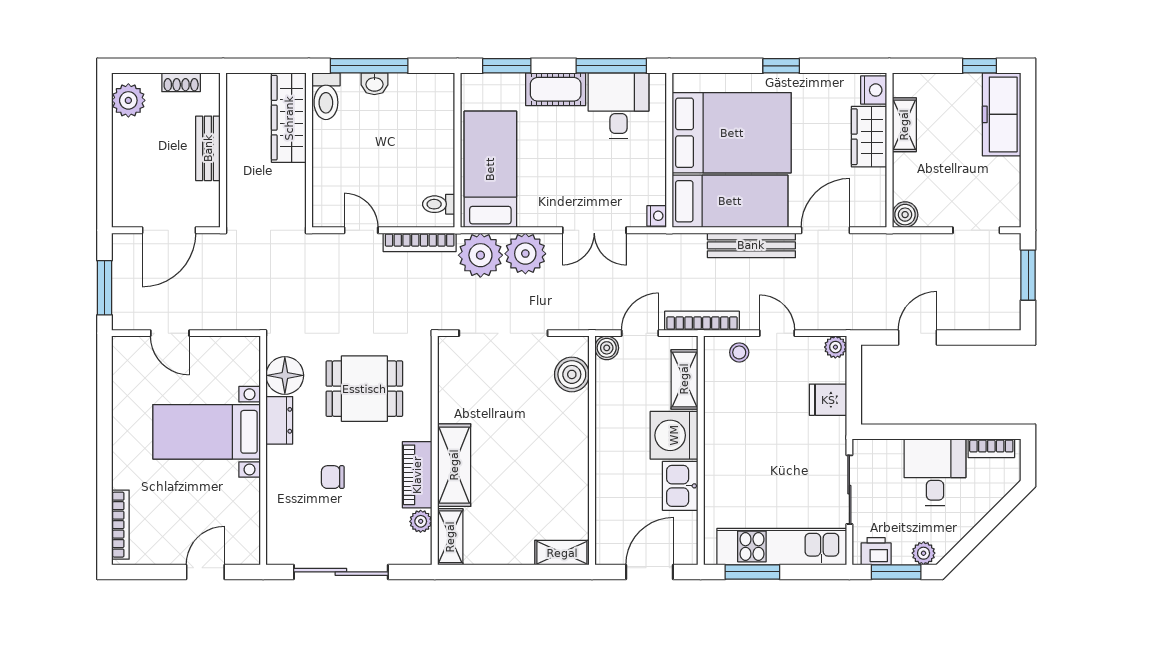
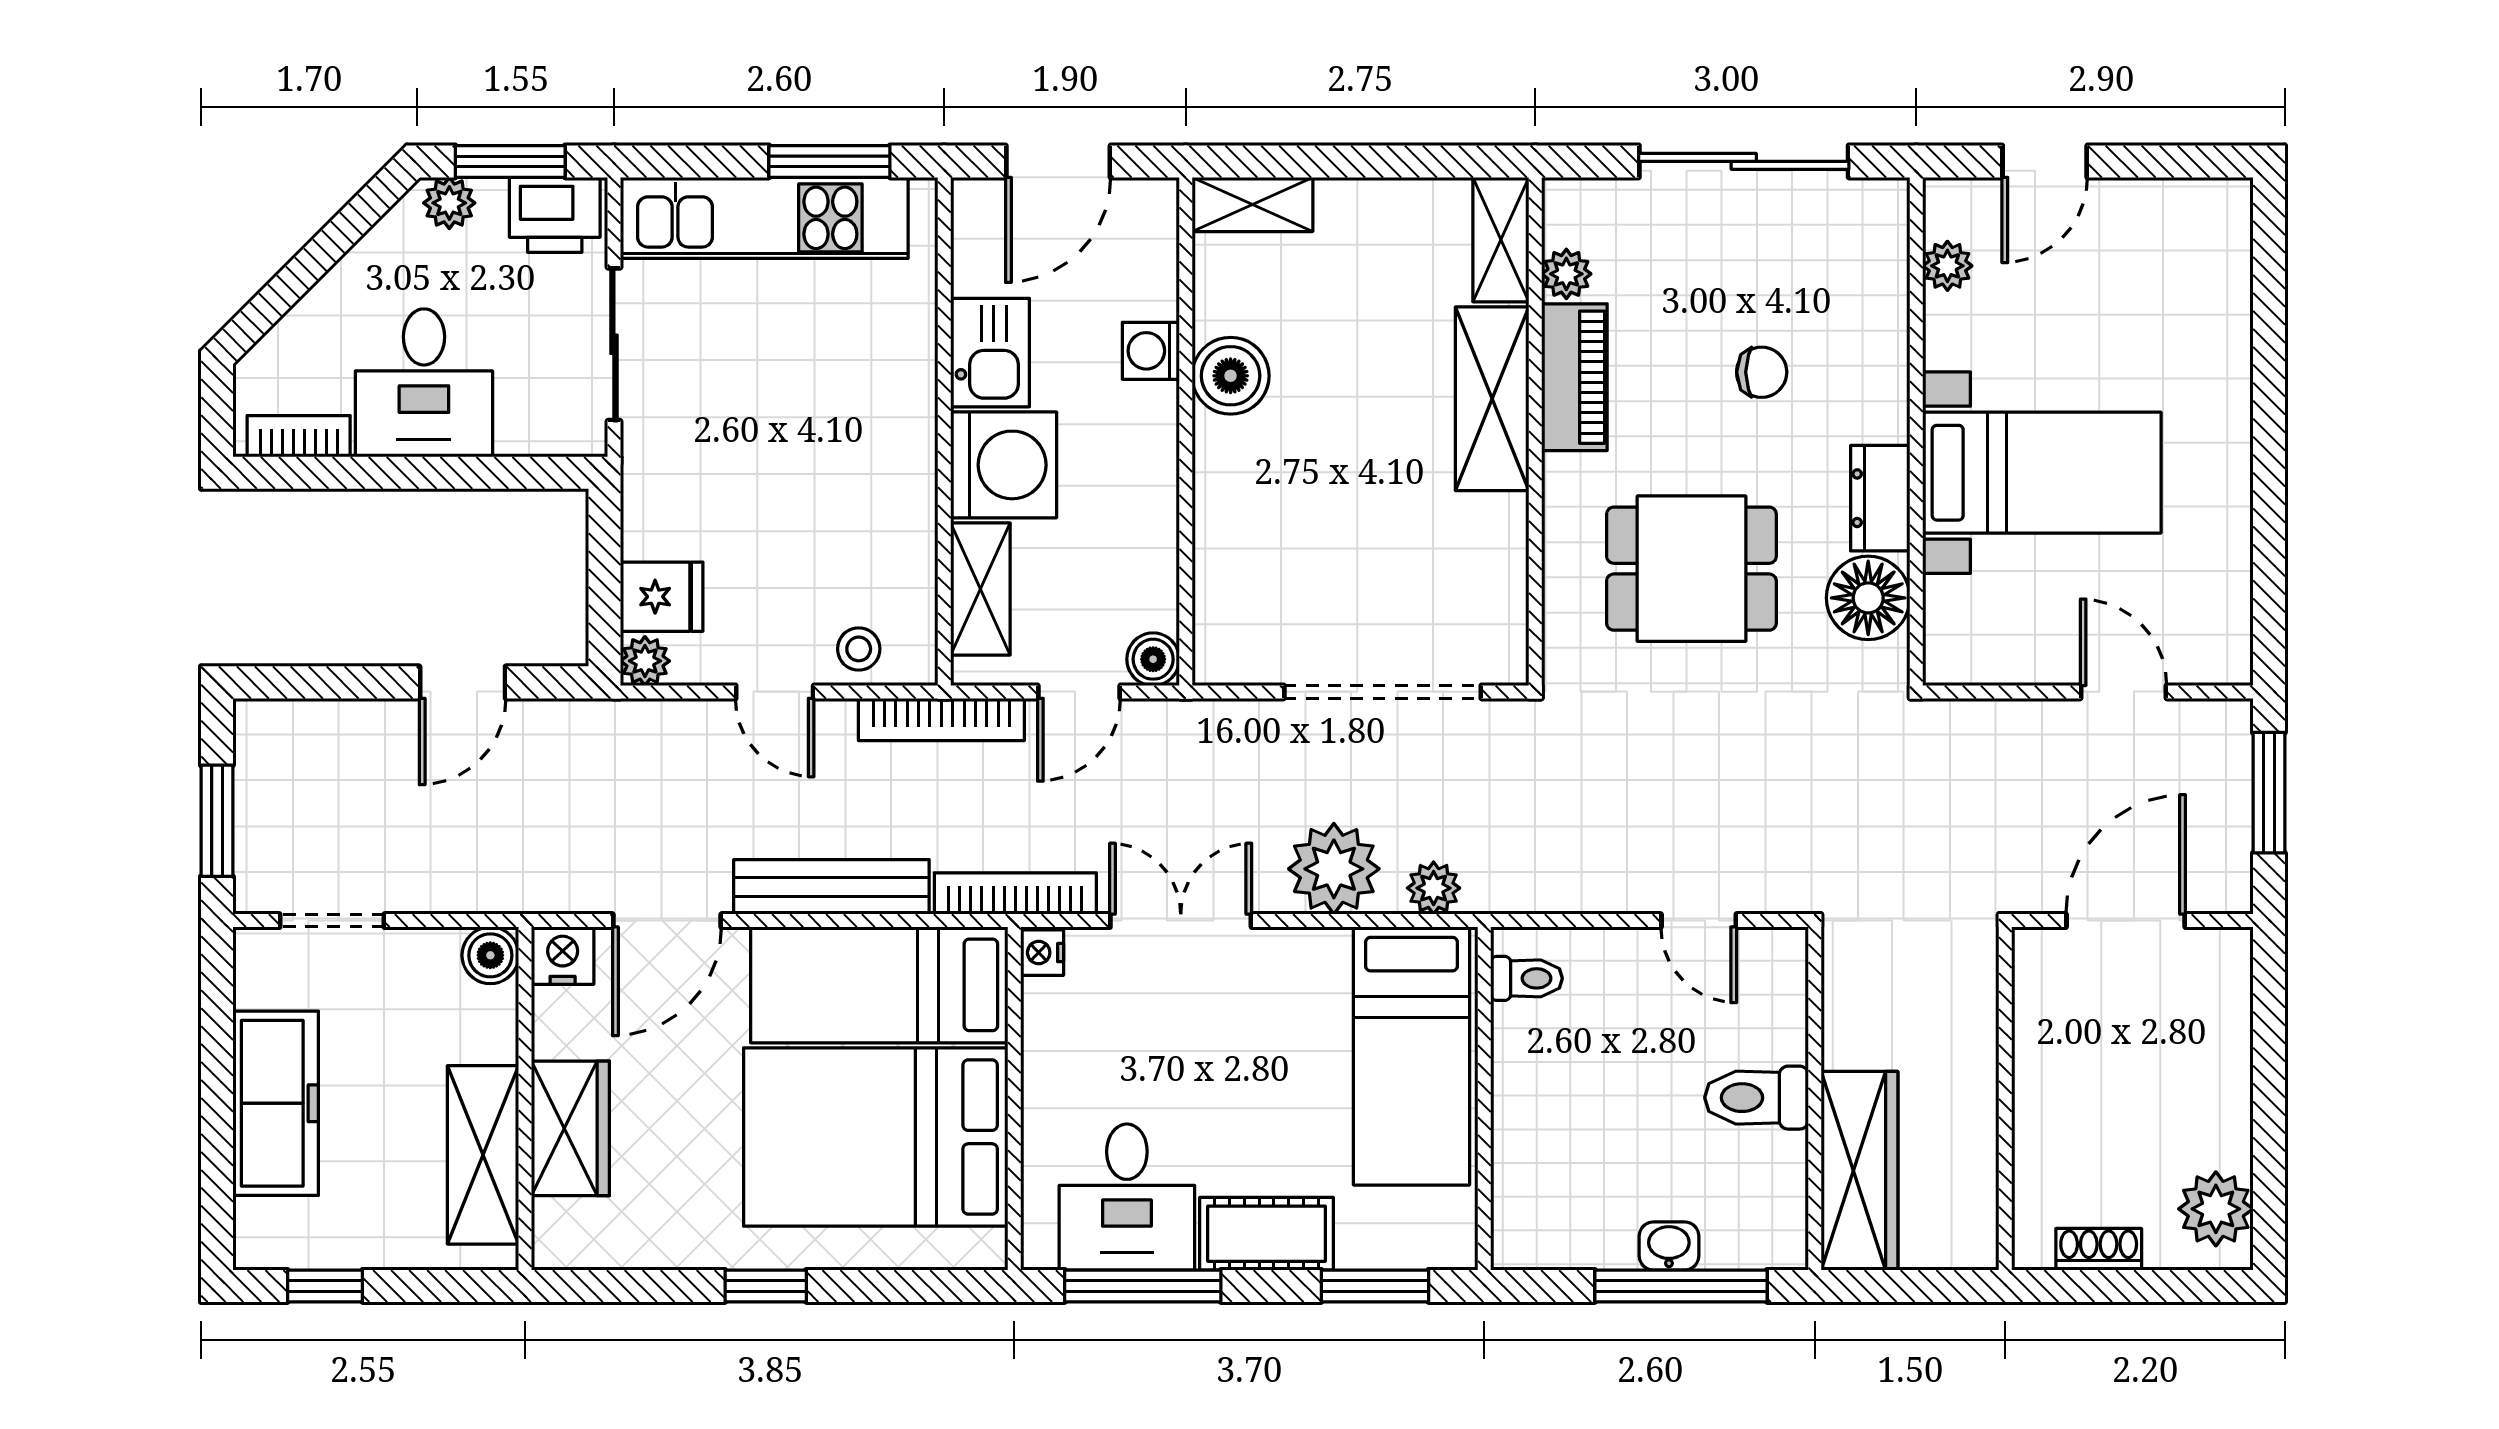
nightstand: (874, 90) -> (563, 956), moved, turned 90
toilet: (326, 96) -> (1757, 1098), moved, turned -90
freezer: (1002, 114) -> (276, 1103), moved
shelving: (904, 125) -> (483, 1155), width x1.50, depth x1.33
bench: (208, 148) -> (2039, 1103), removed
bookcase: (420, 242) -> (1015, 894), moved
plant: (480, 255) -> (1434, 888), width x0.53, depth x0.53
boiler: (572, 374) -> (1231, 376), moved
fridge: (828, 400) -> (662, 597), moved
washing machine: (608, 487) -> (1151, 351), added
bookcase: (120, 525) -> (2233, 267), removed
plant: (249, 525) -> (1947, 266), added
printer: (876, 551) -> (555, 215), width x1.36, depth x1.24

